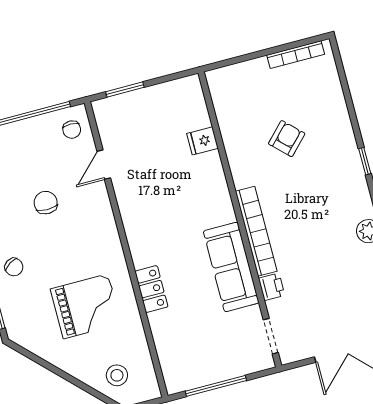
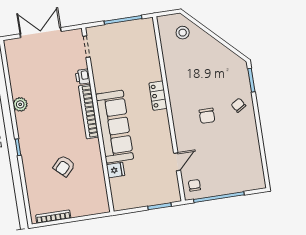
chair: (46, 203) -> (207, 116), moved
sofa: (231, 267) -> (115, 127), moved, width x1.36, depth x1.27
locker: (151, 289) -> (158, 96), moved
grand piano: (86, 306) -> (197, 77), removed

